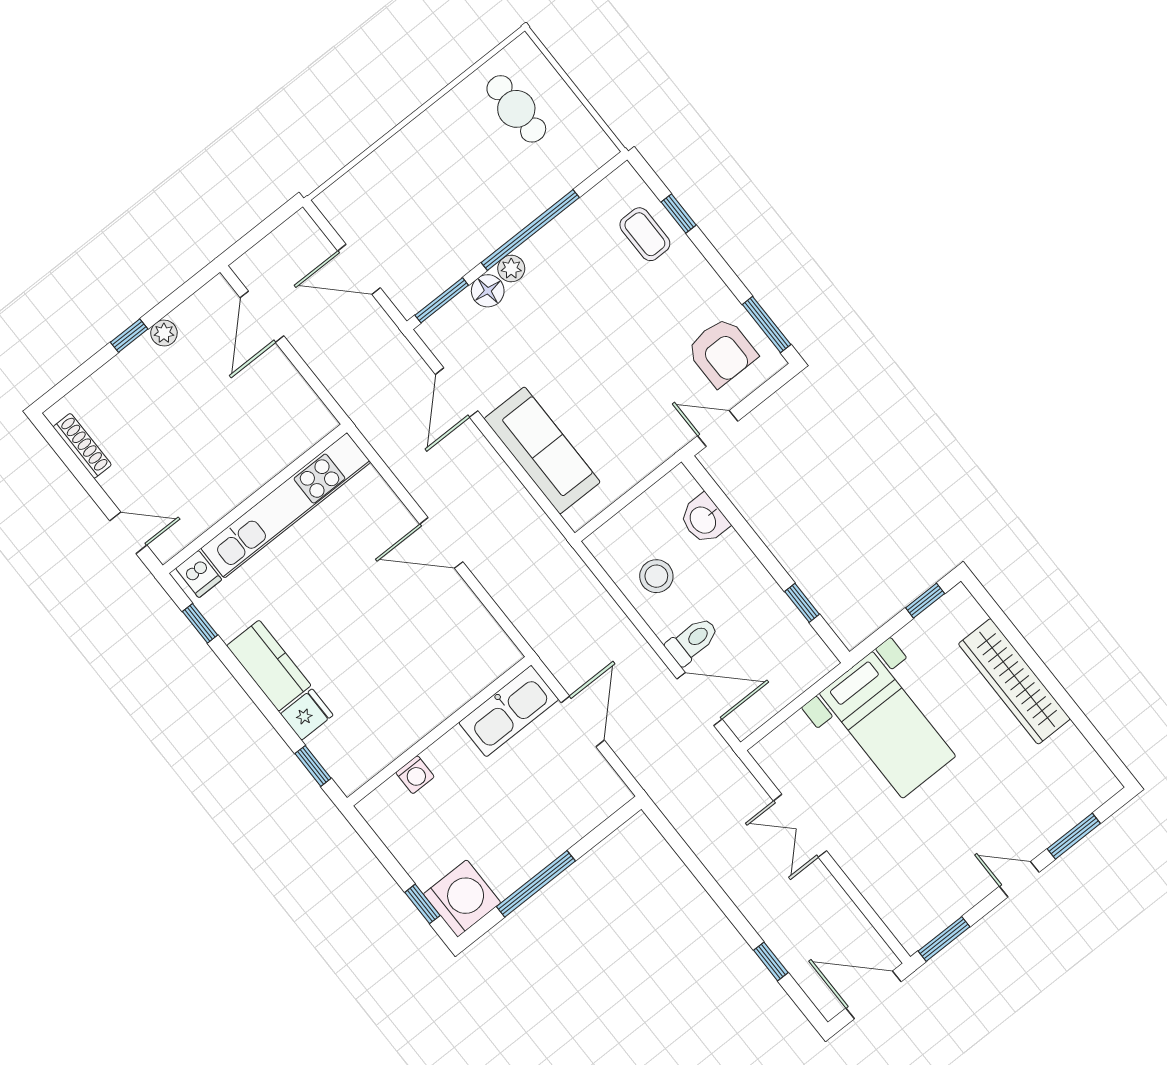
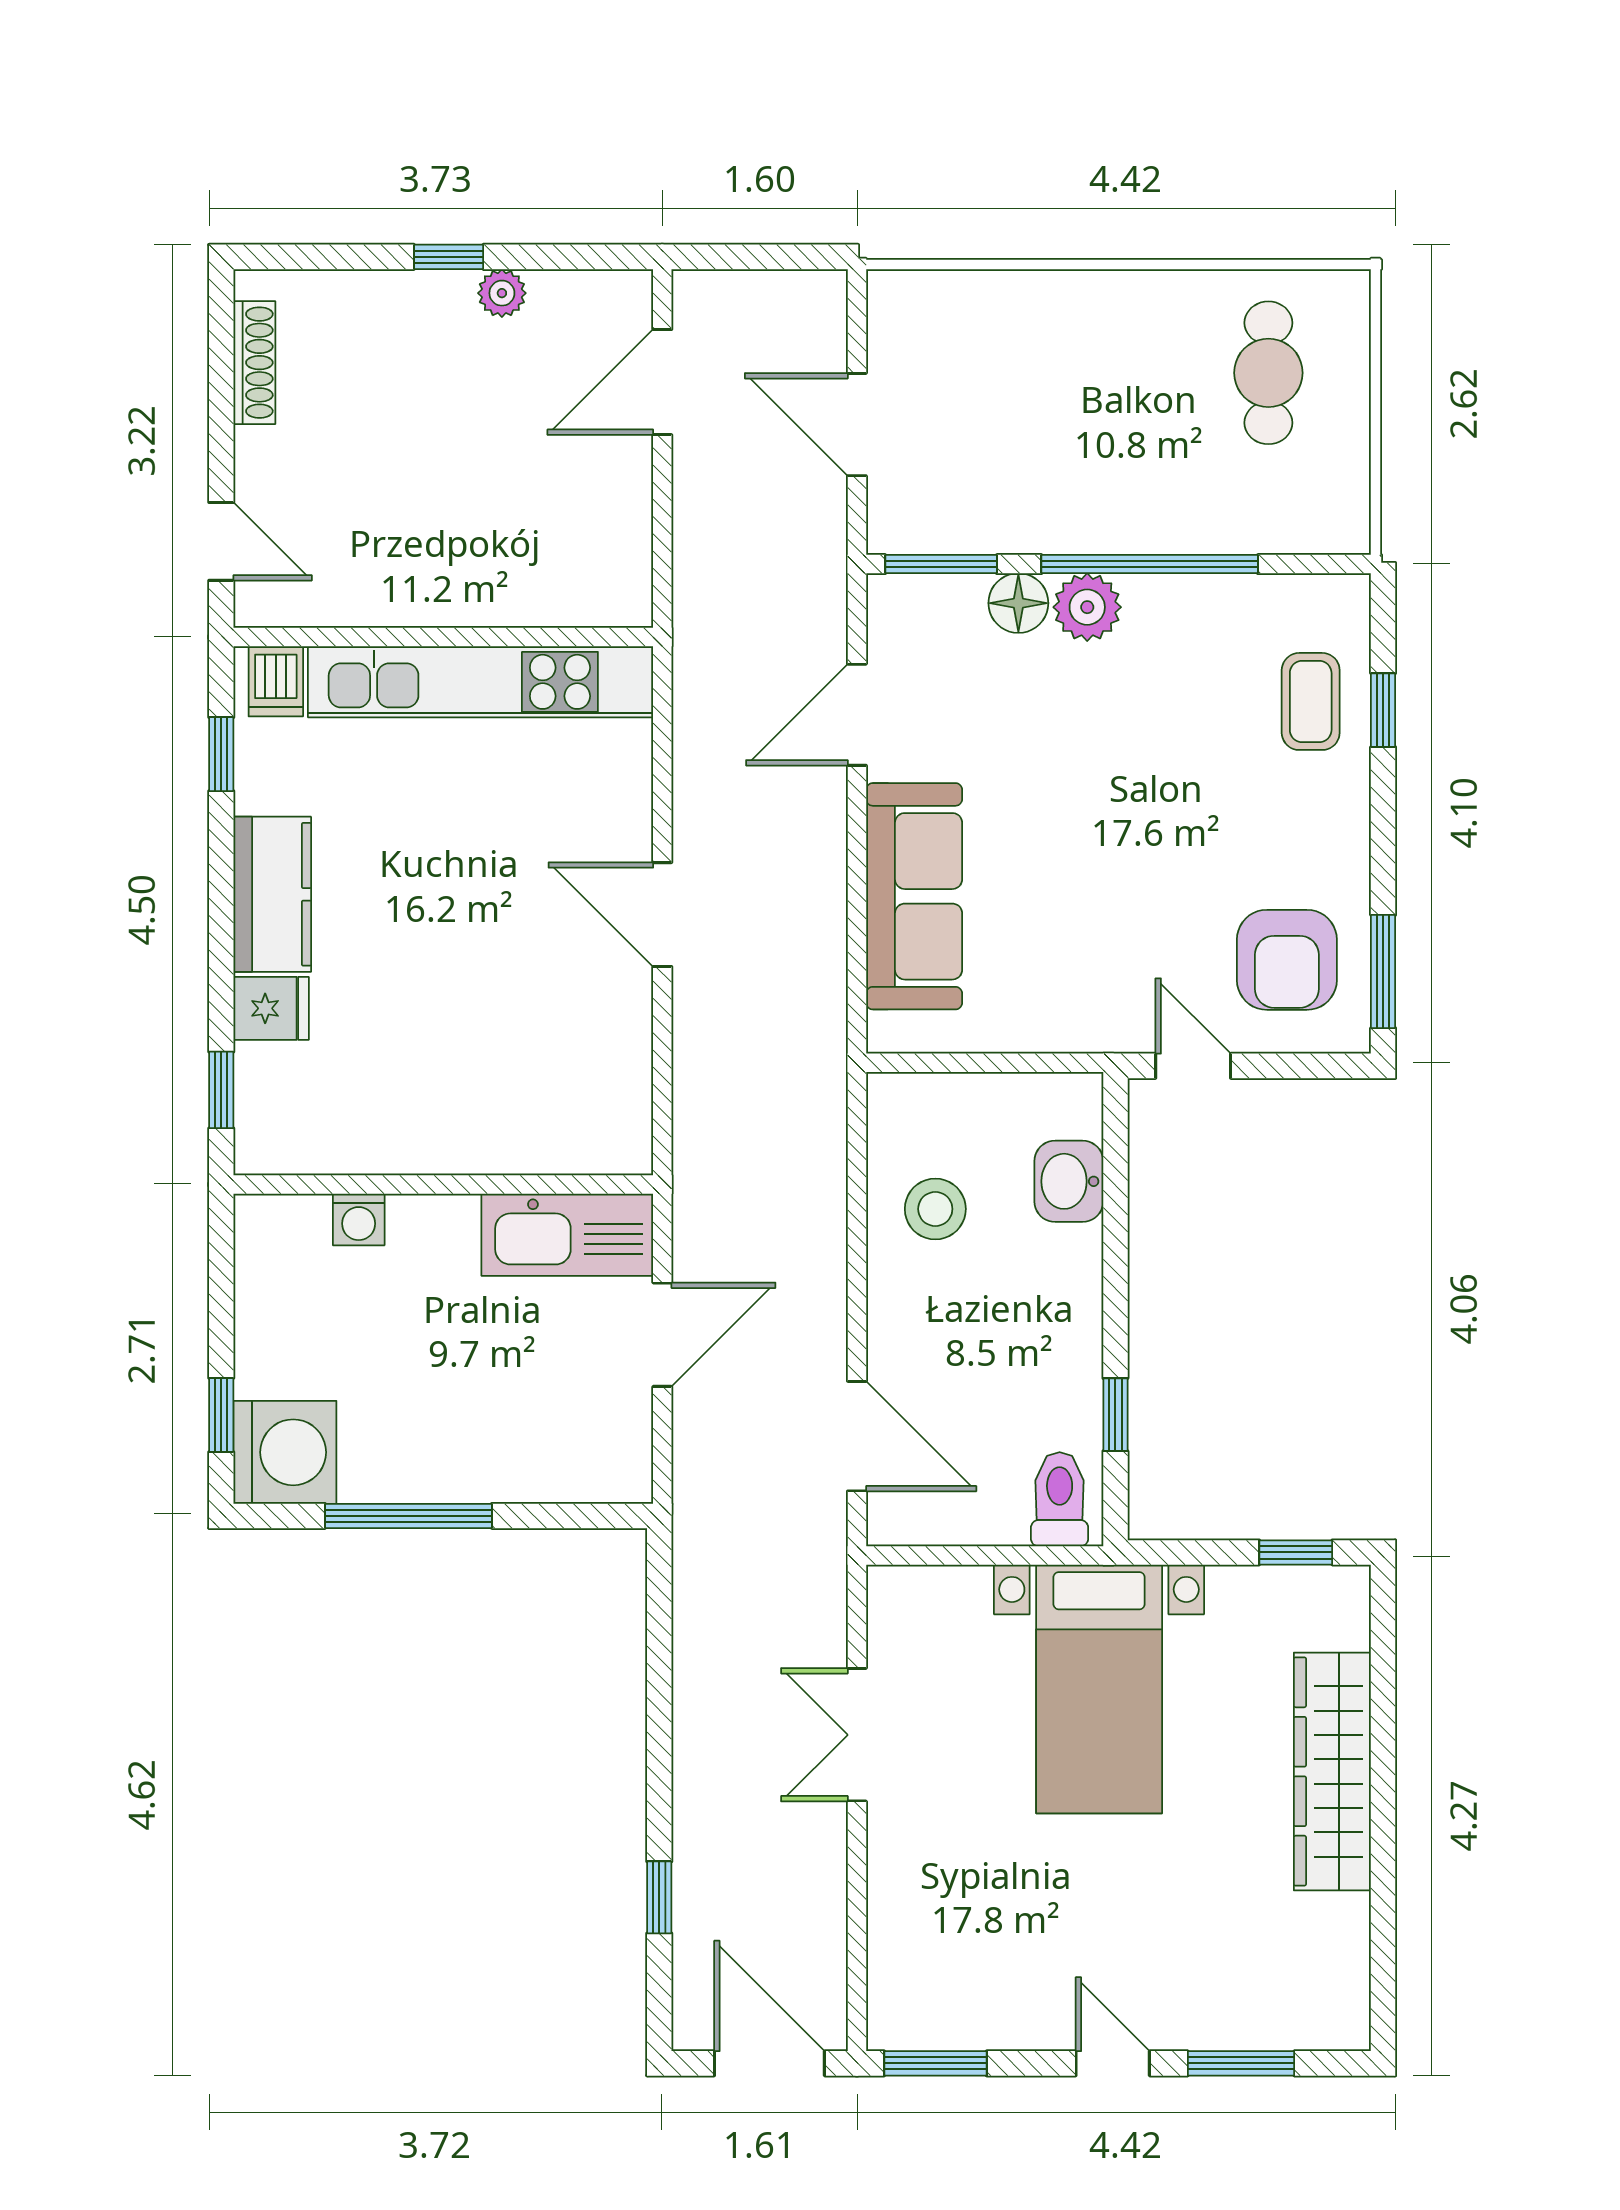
plant: (511, 269) -> (1087, 607), width x1.38, depth x1.38
toilet: (692, 641) -> (1060, 1499), moved, turned -90

